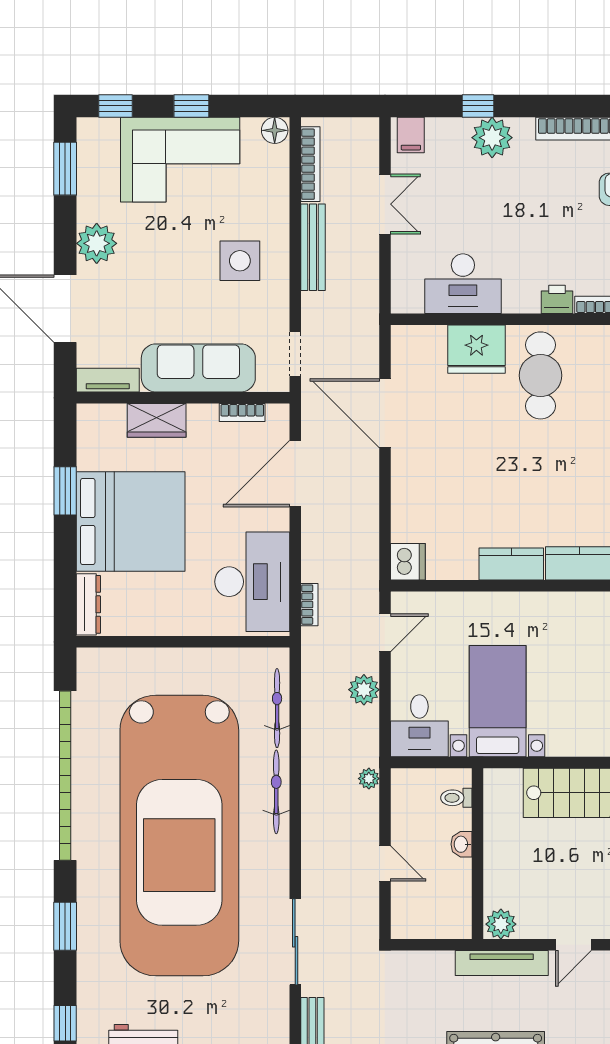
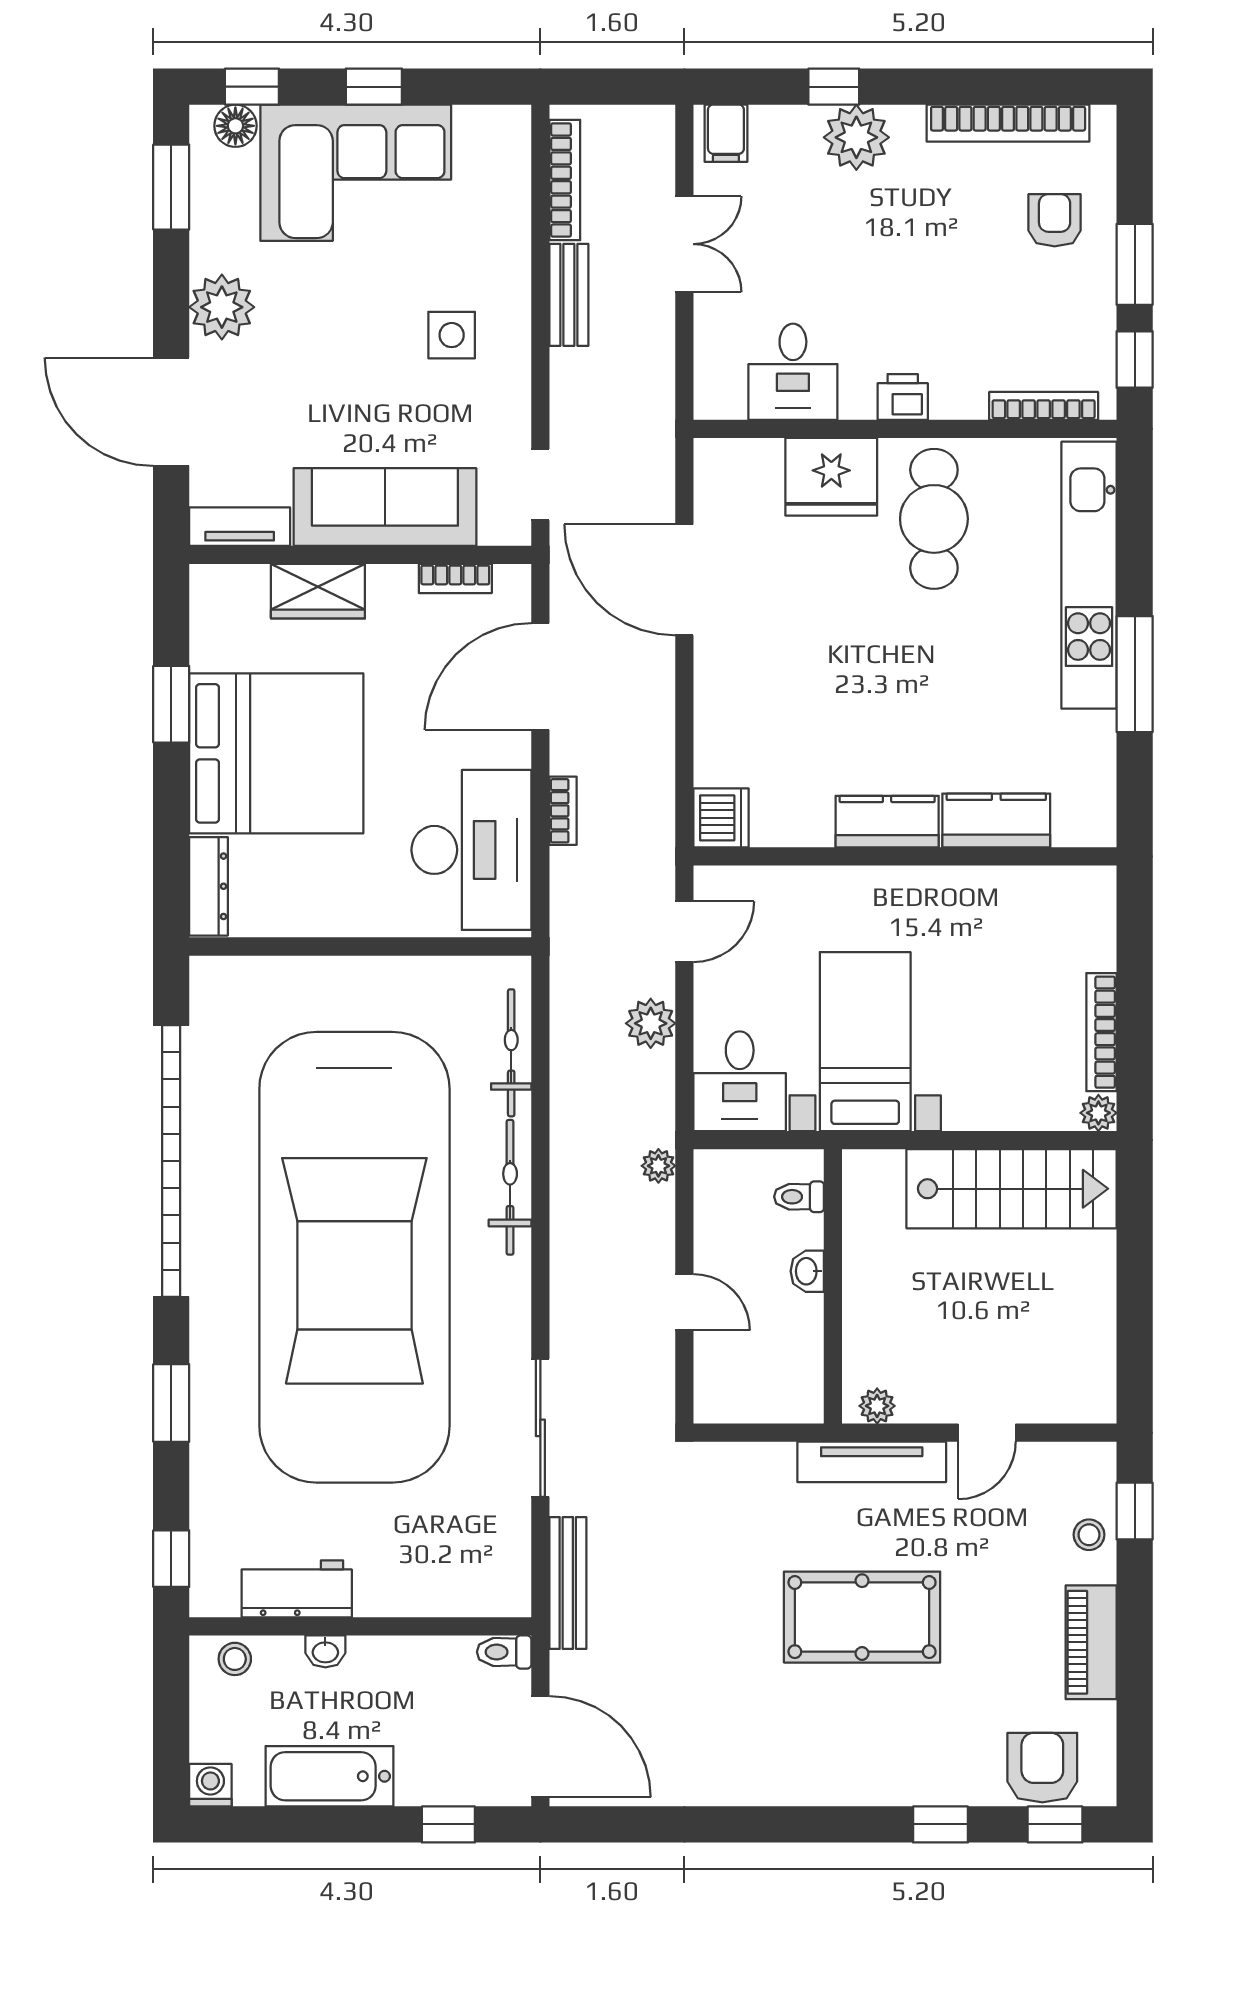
floor lamp: (275, 130) -> (235, 126), moved
bench: (313, 247) -> (569, 295), width x0.73
side table: (240, 261) -> (452, 335), width x0.73, depth x0.73
desk: (463, 284) -> (793, 372), width x0.73
printer: (557, 299) -> (903, 397), moved
bookcase: (309, 605) -> (563, 811), moved
plant: (501, 924) -> (877, 1406), width x0.73, depth x0.73

